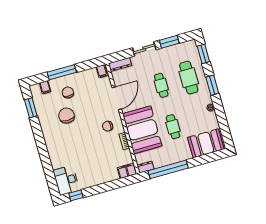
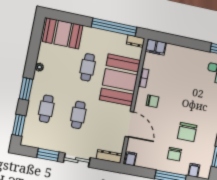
cafe table: (189, 78) -> (46, 109), width x0.73, depth x0.74
door: (117, 98) -> (129, 124), swing flipped

